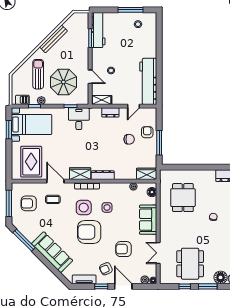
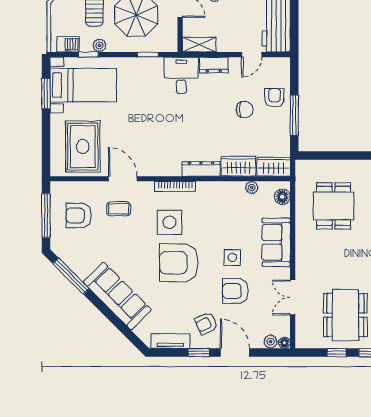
desk: (79, 119) -> (181, 75), moved
wardrobe: (80, 174) -> (239, 166), moved
side table: (107, 207) -> (232, 257), moved

